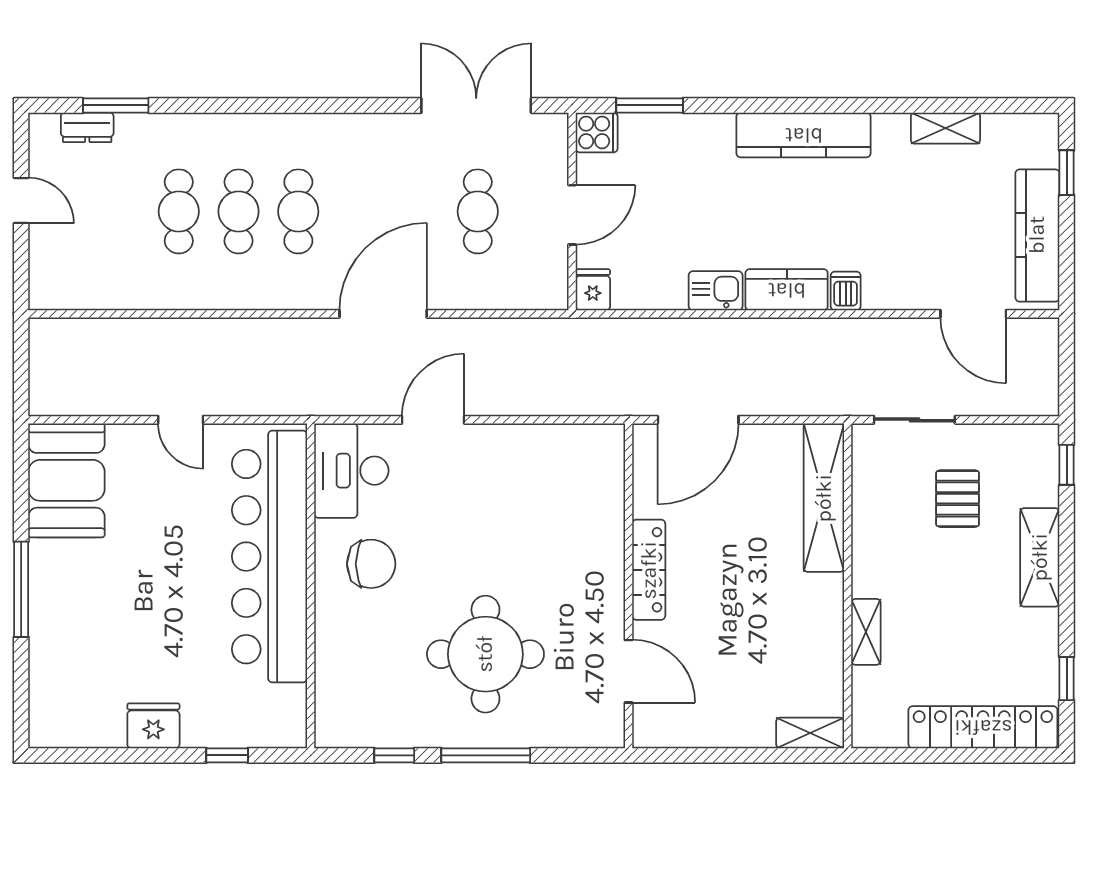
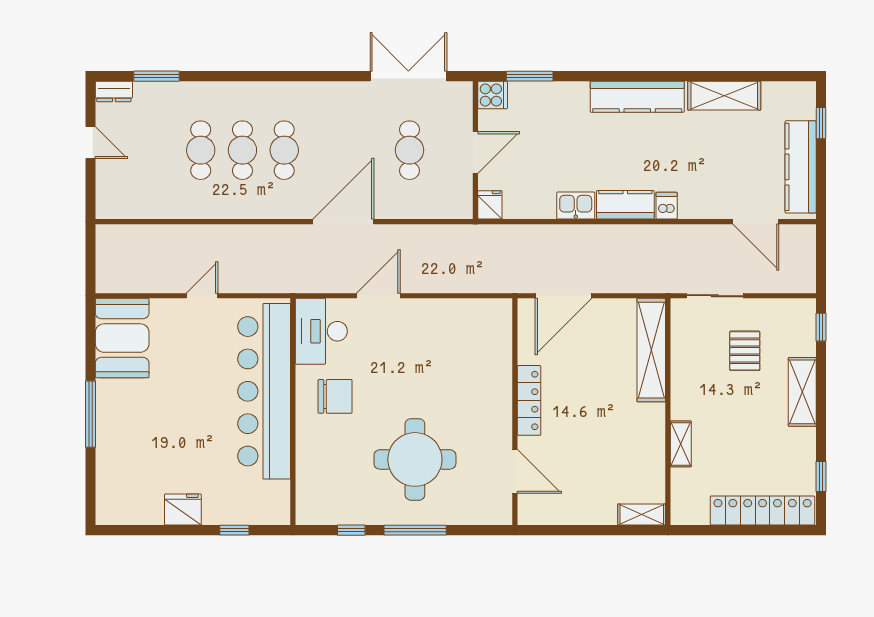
dresser: (87, 127) -> (114, 91), moved
shelving: (945, 128) -> (724, 96), width x1.50, depth x1.33
door: (181, 420) -> (202, 296), swing flipped

